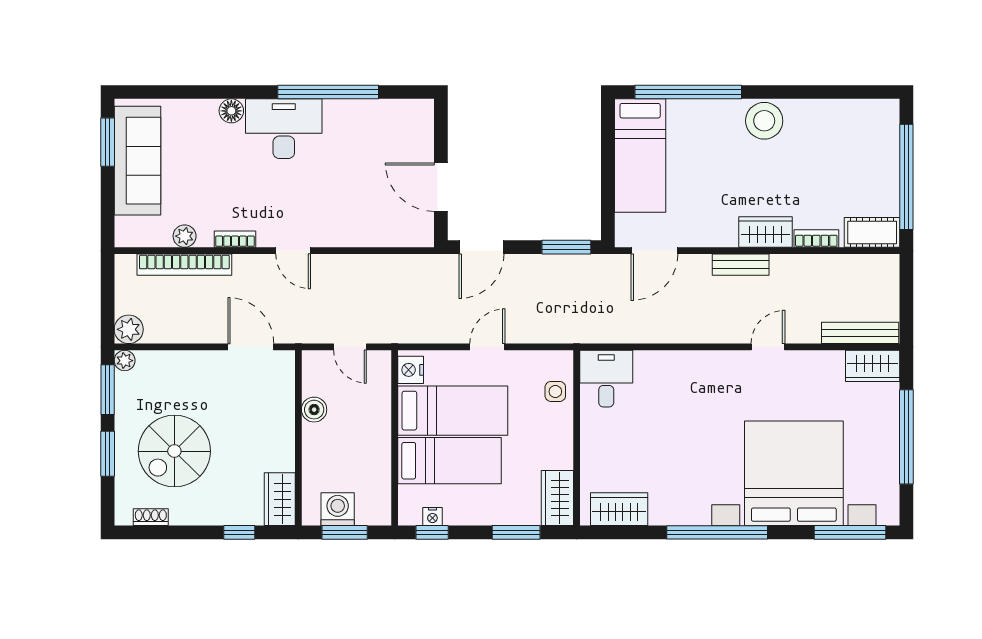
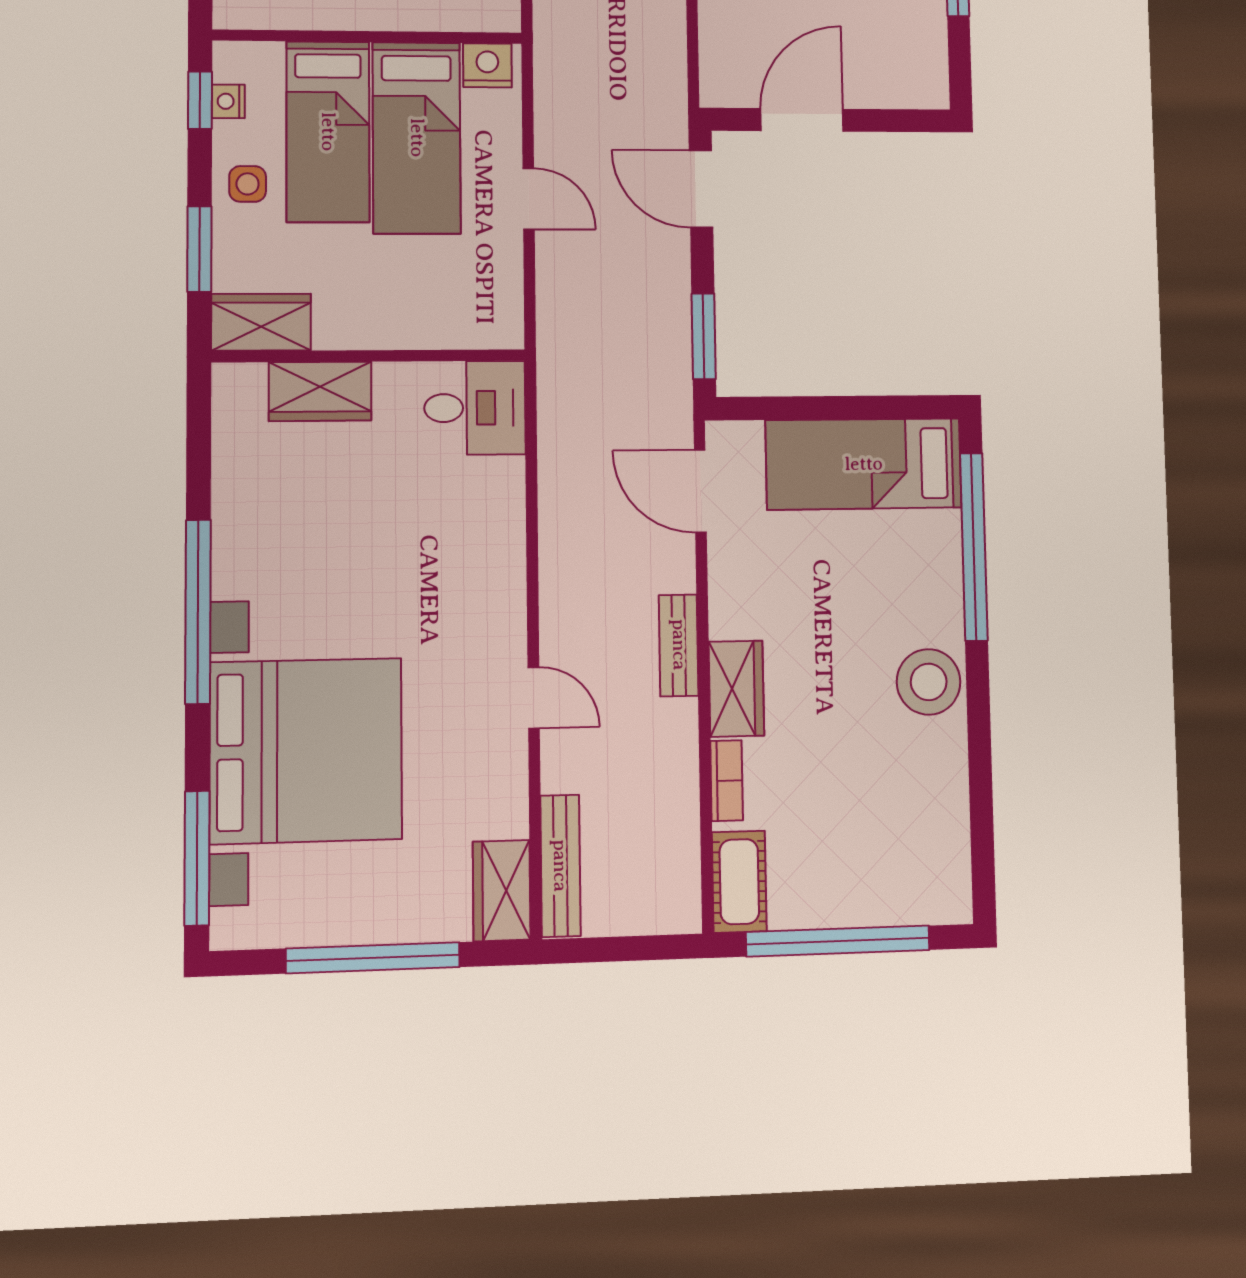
side table: (555, 391) -> (248, 184), moved
wardrobe: (619, 509) -> (320, 391), moved, turned 90

